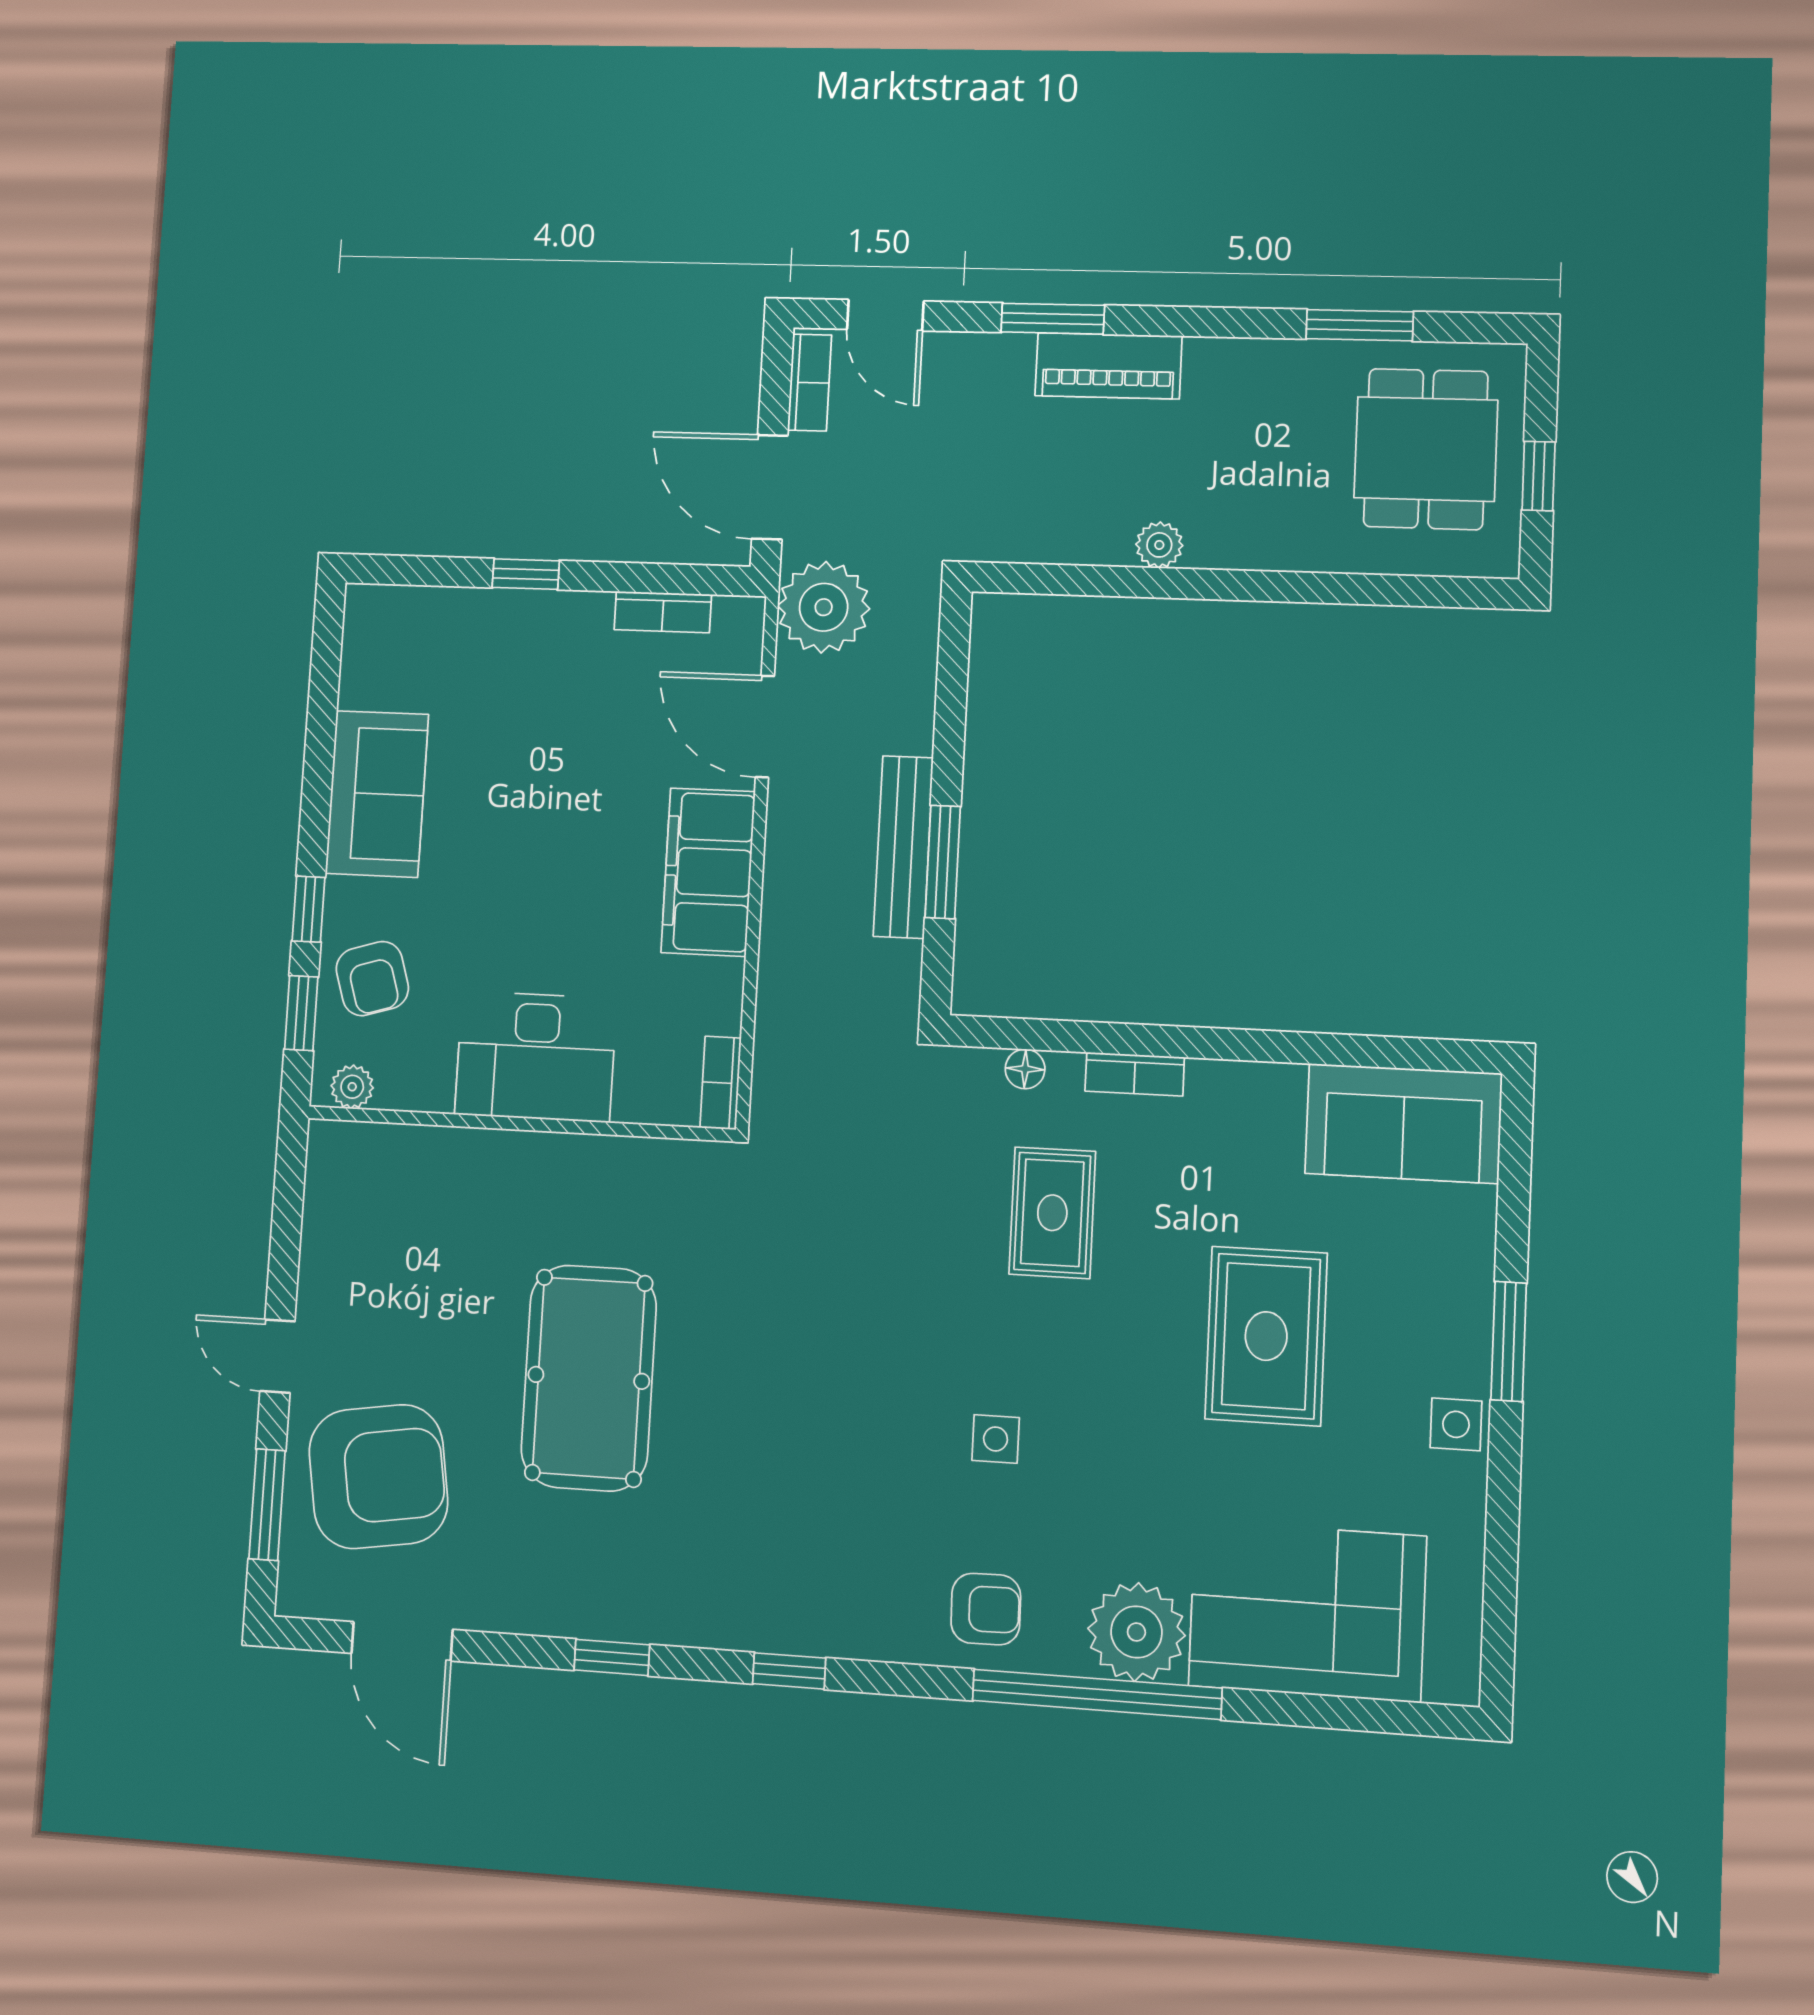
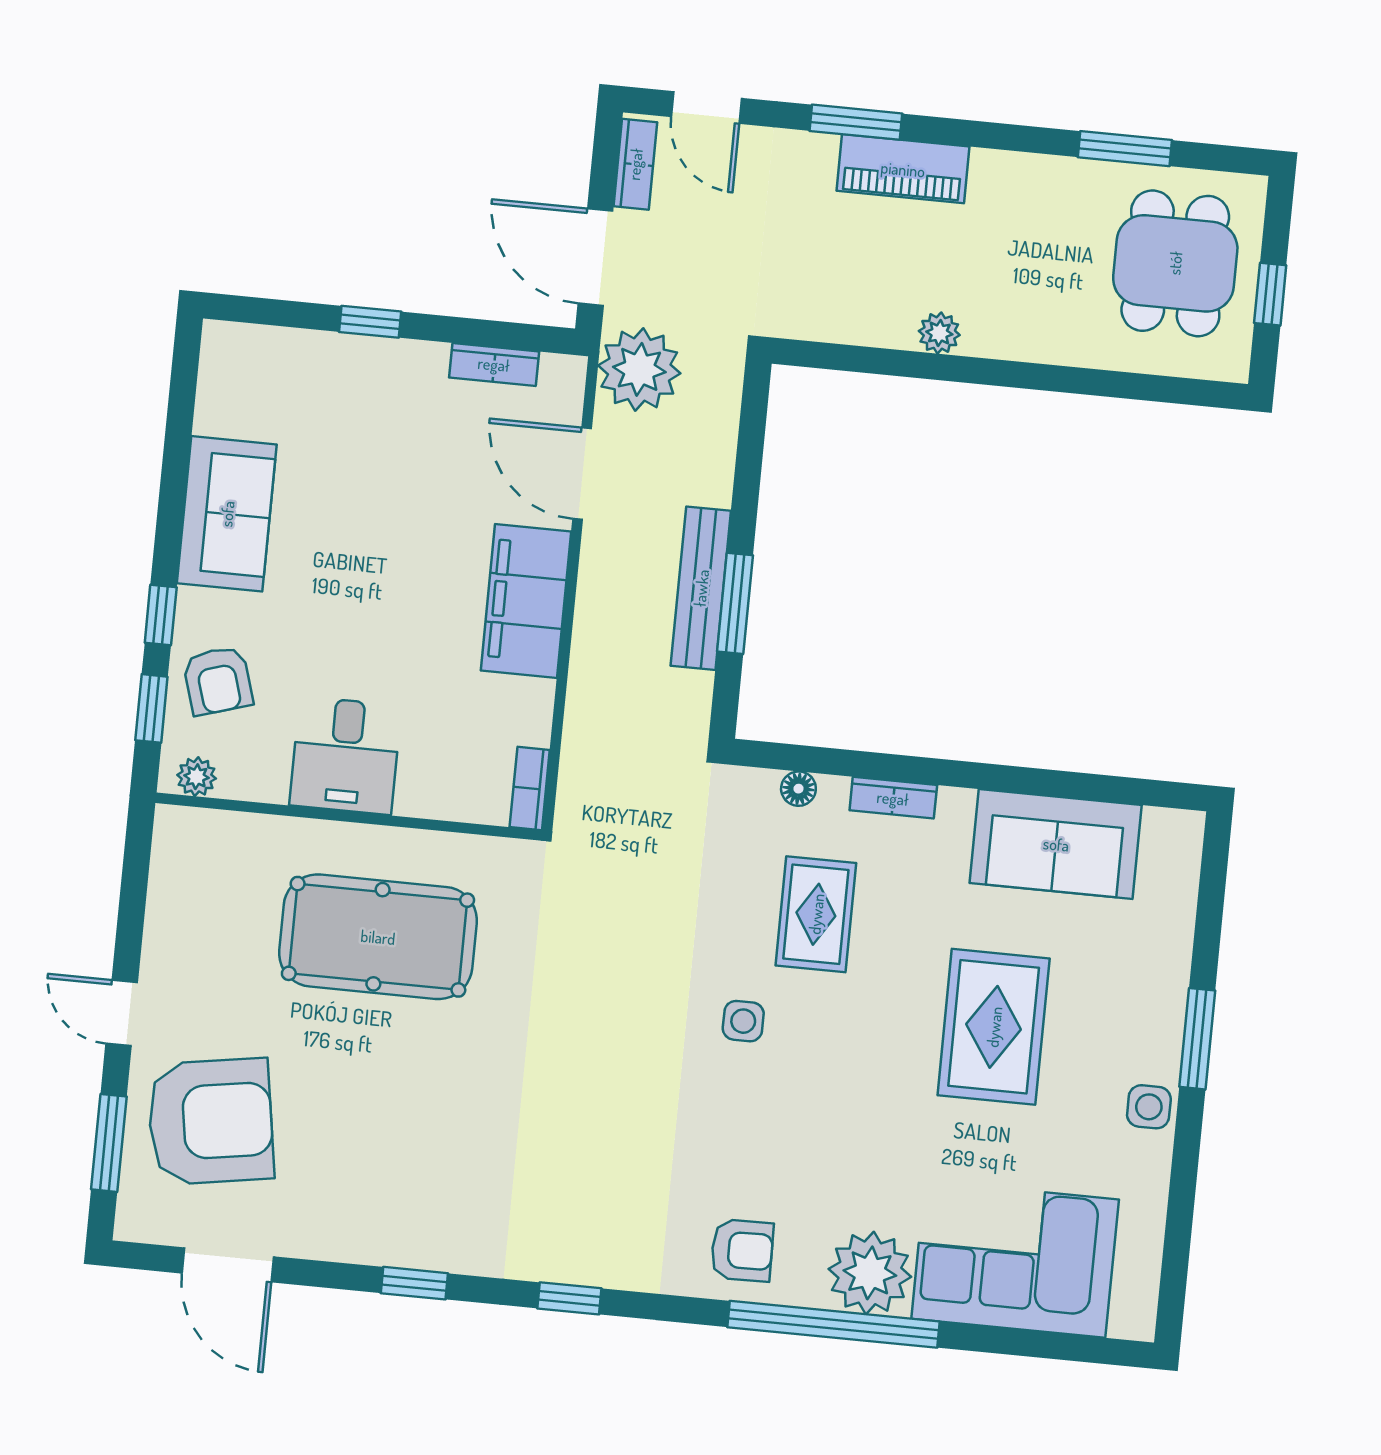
desk: (536, 1056) -> (345, 756), width x0.73
sofa: (1403, 1123) -> (1056, 844), moved
pool table: (589, 1378) -> (378, 937), moved, turned 90
side table: (996, 1439) -> (743, 1021), moved

